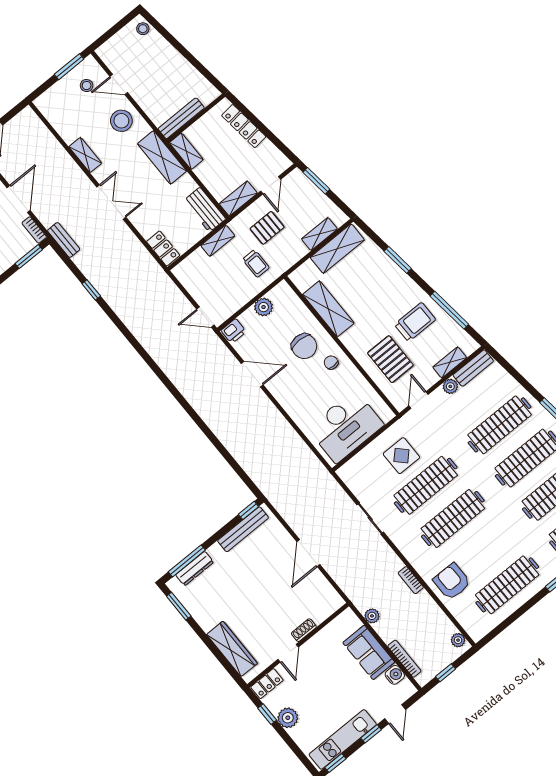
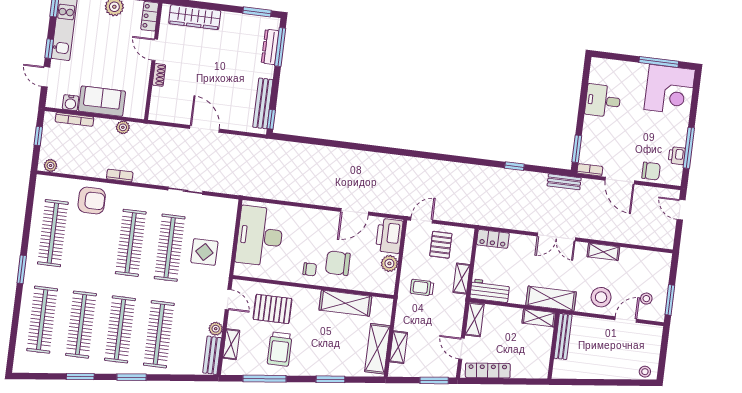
locker: (244, 126) -> (488, 370), moved
pallet: (267, 228) -> (441, 245), moved
printer: (234, 331) -> (389, 236), width x1.87, depth x1.48

